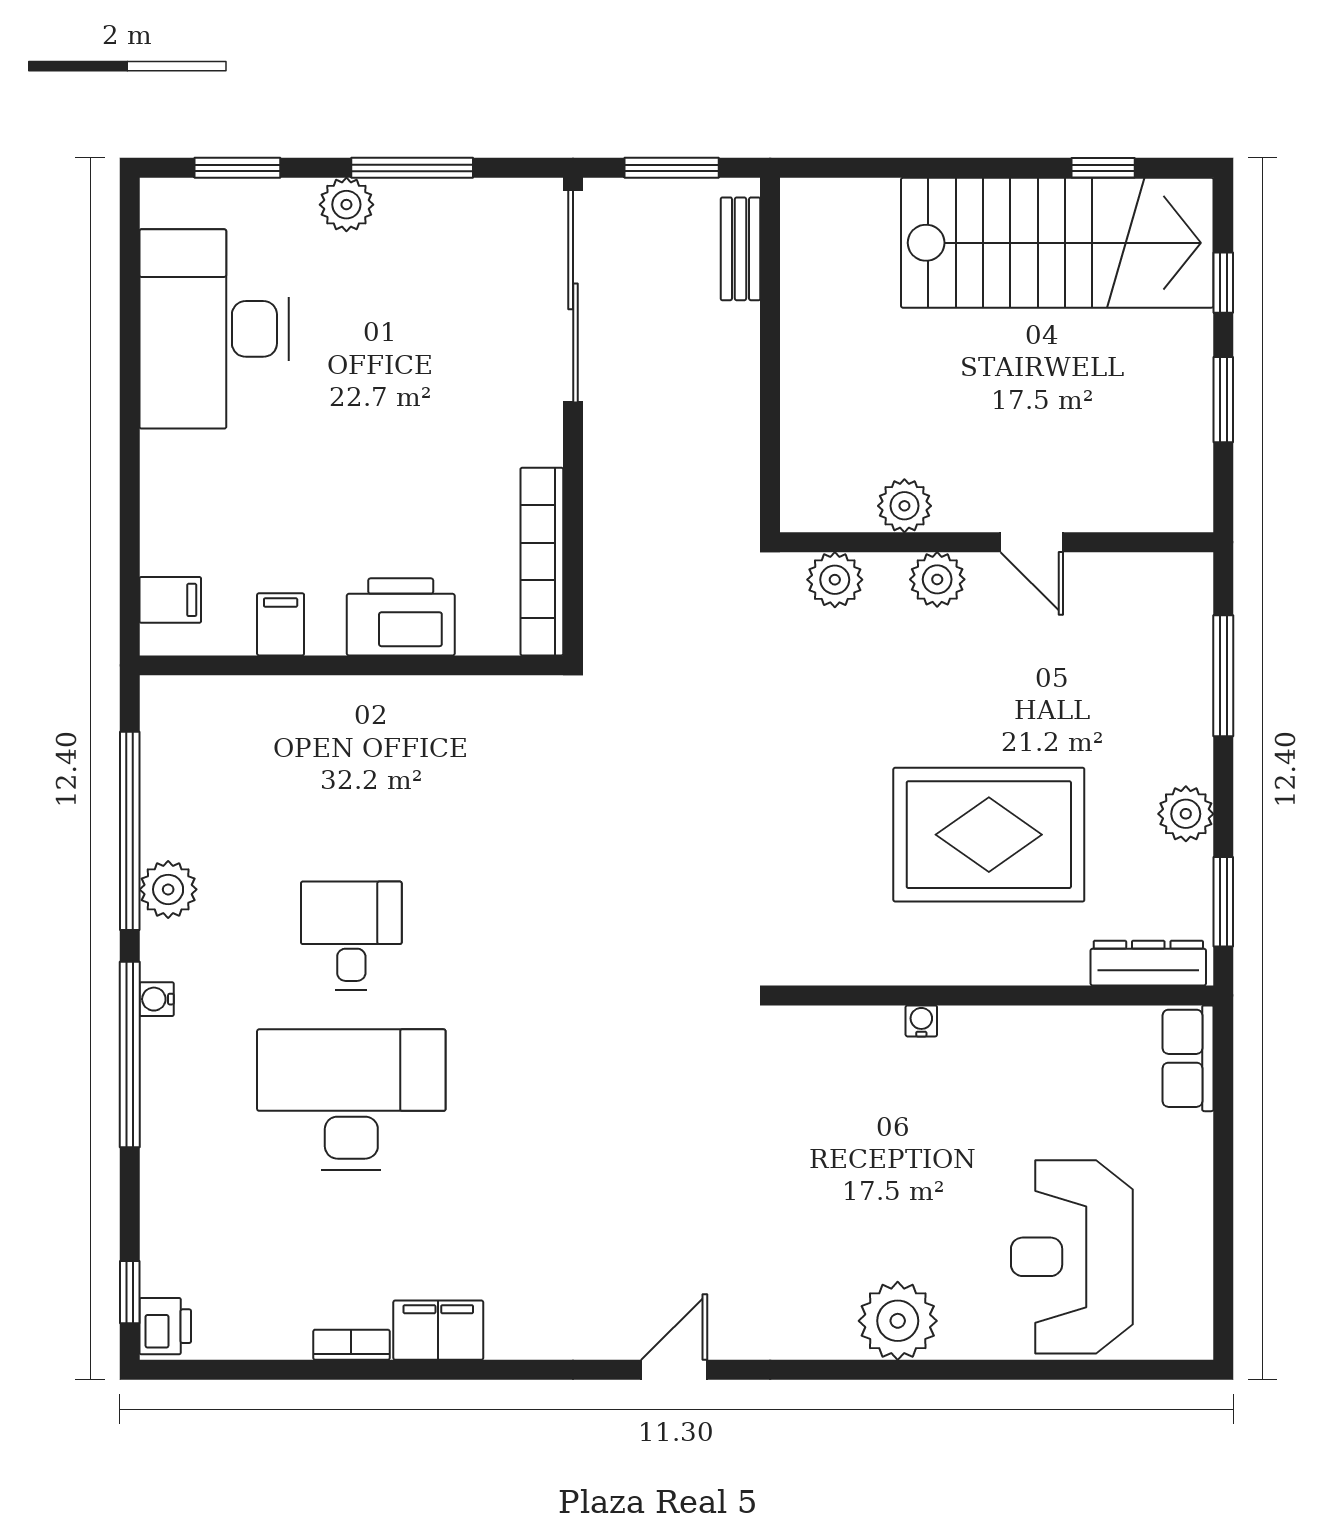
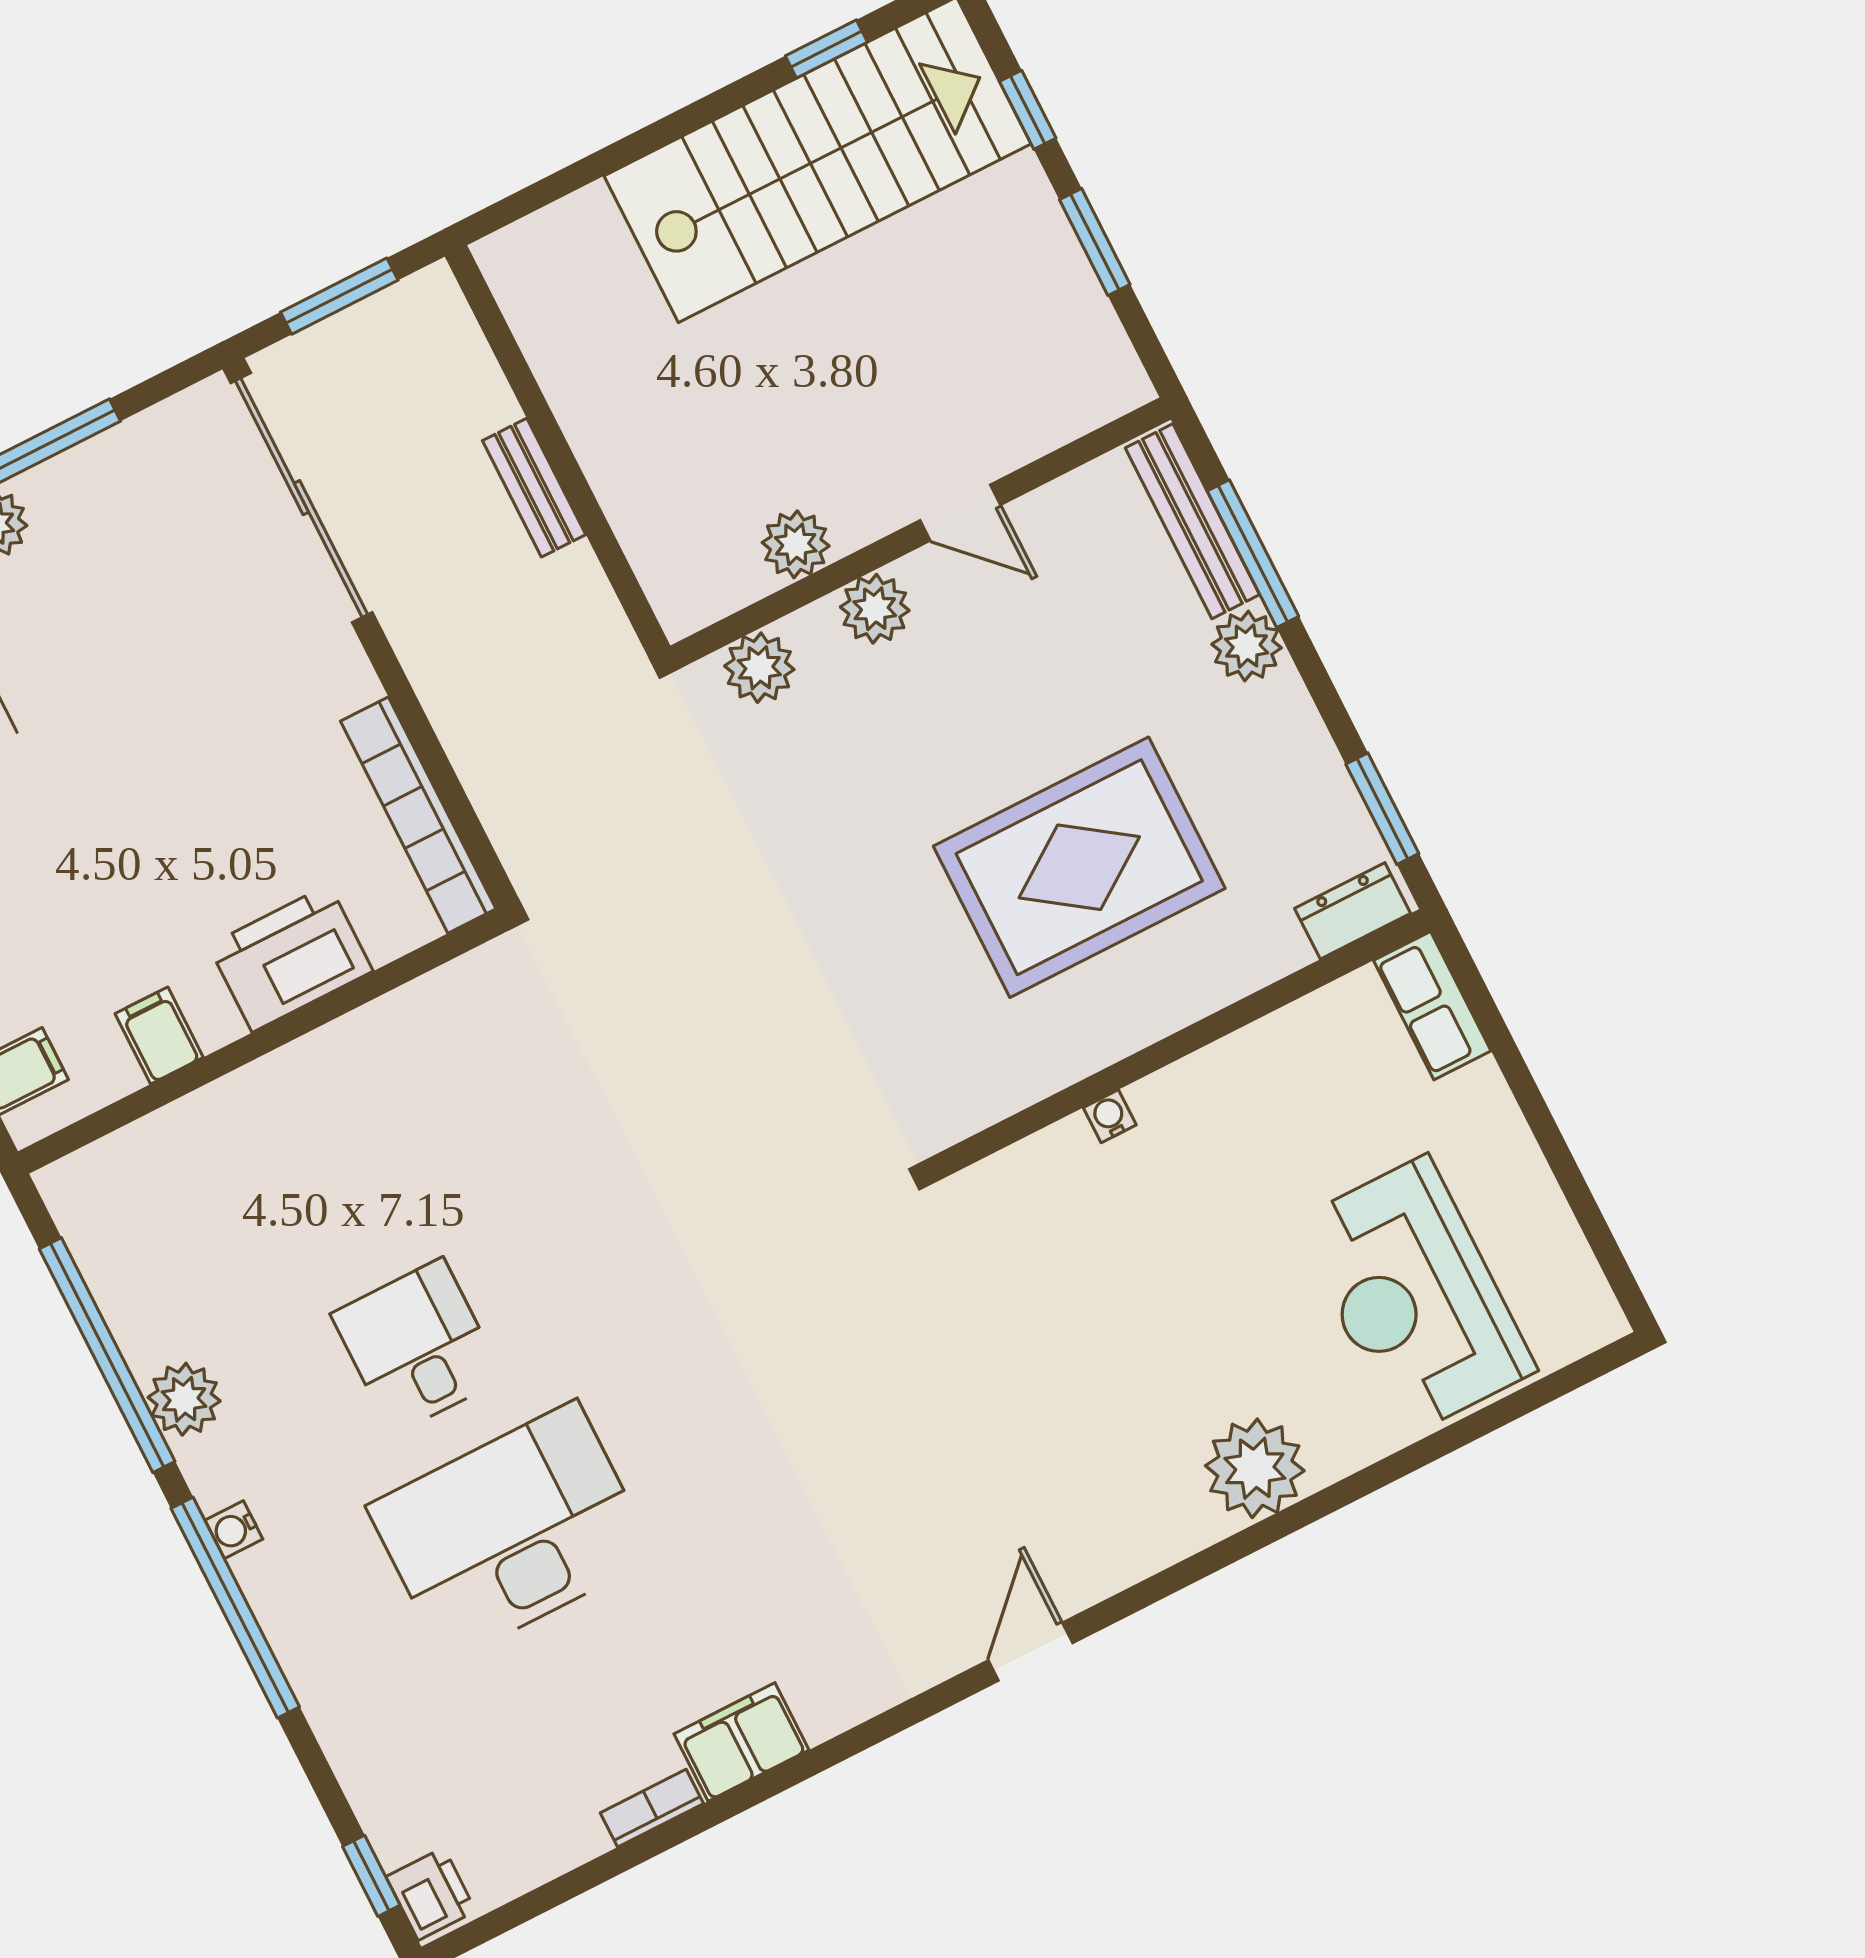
bench: (741, 249) -> (534, 488), moved
bench: (1192, 631) -> (1192, 521), added
plant: (1186, 814) -> (1247, 646), moved
dresser: (1148, 963) -> (1353, 911), width x0.70

